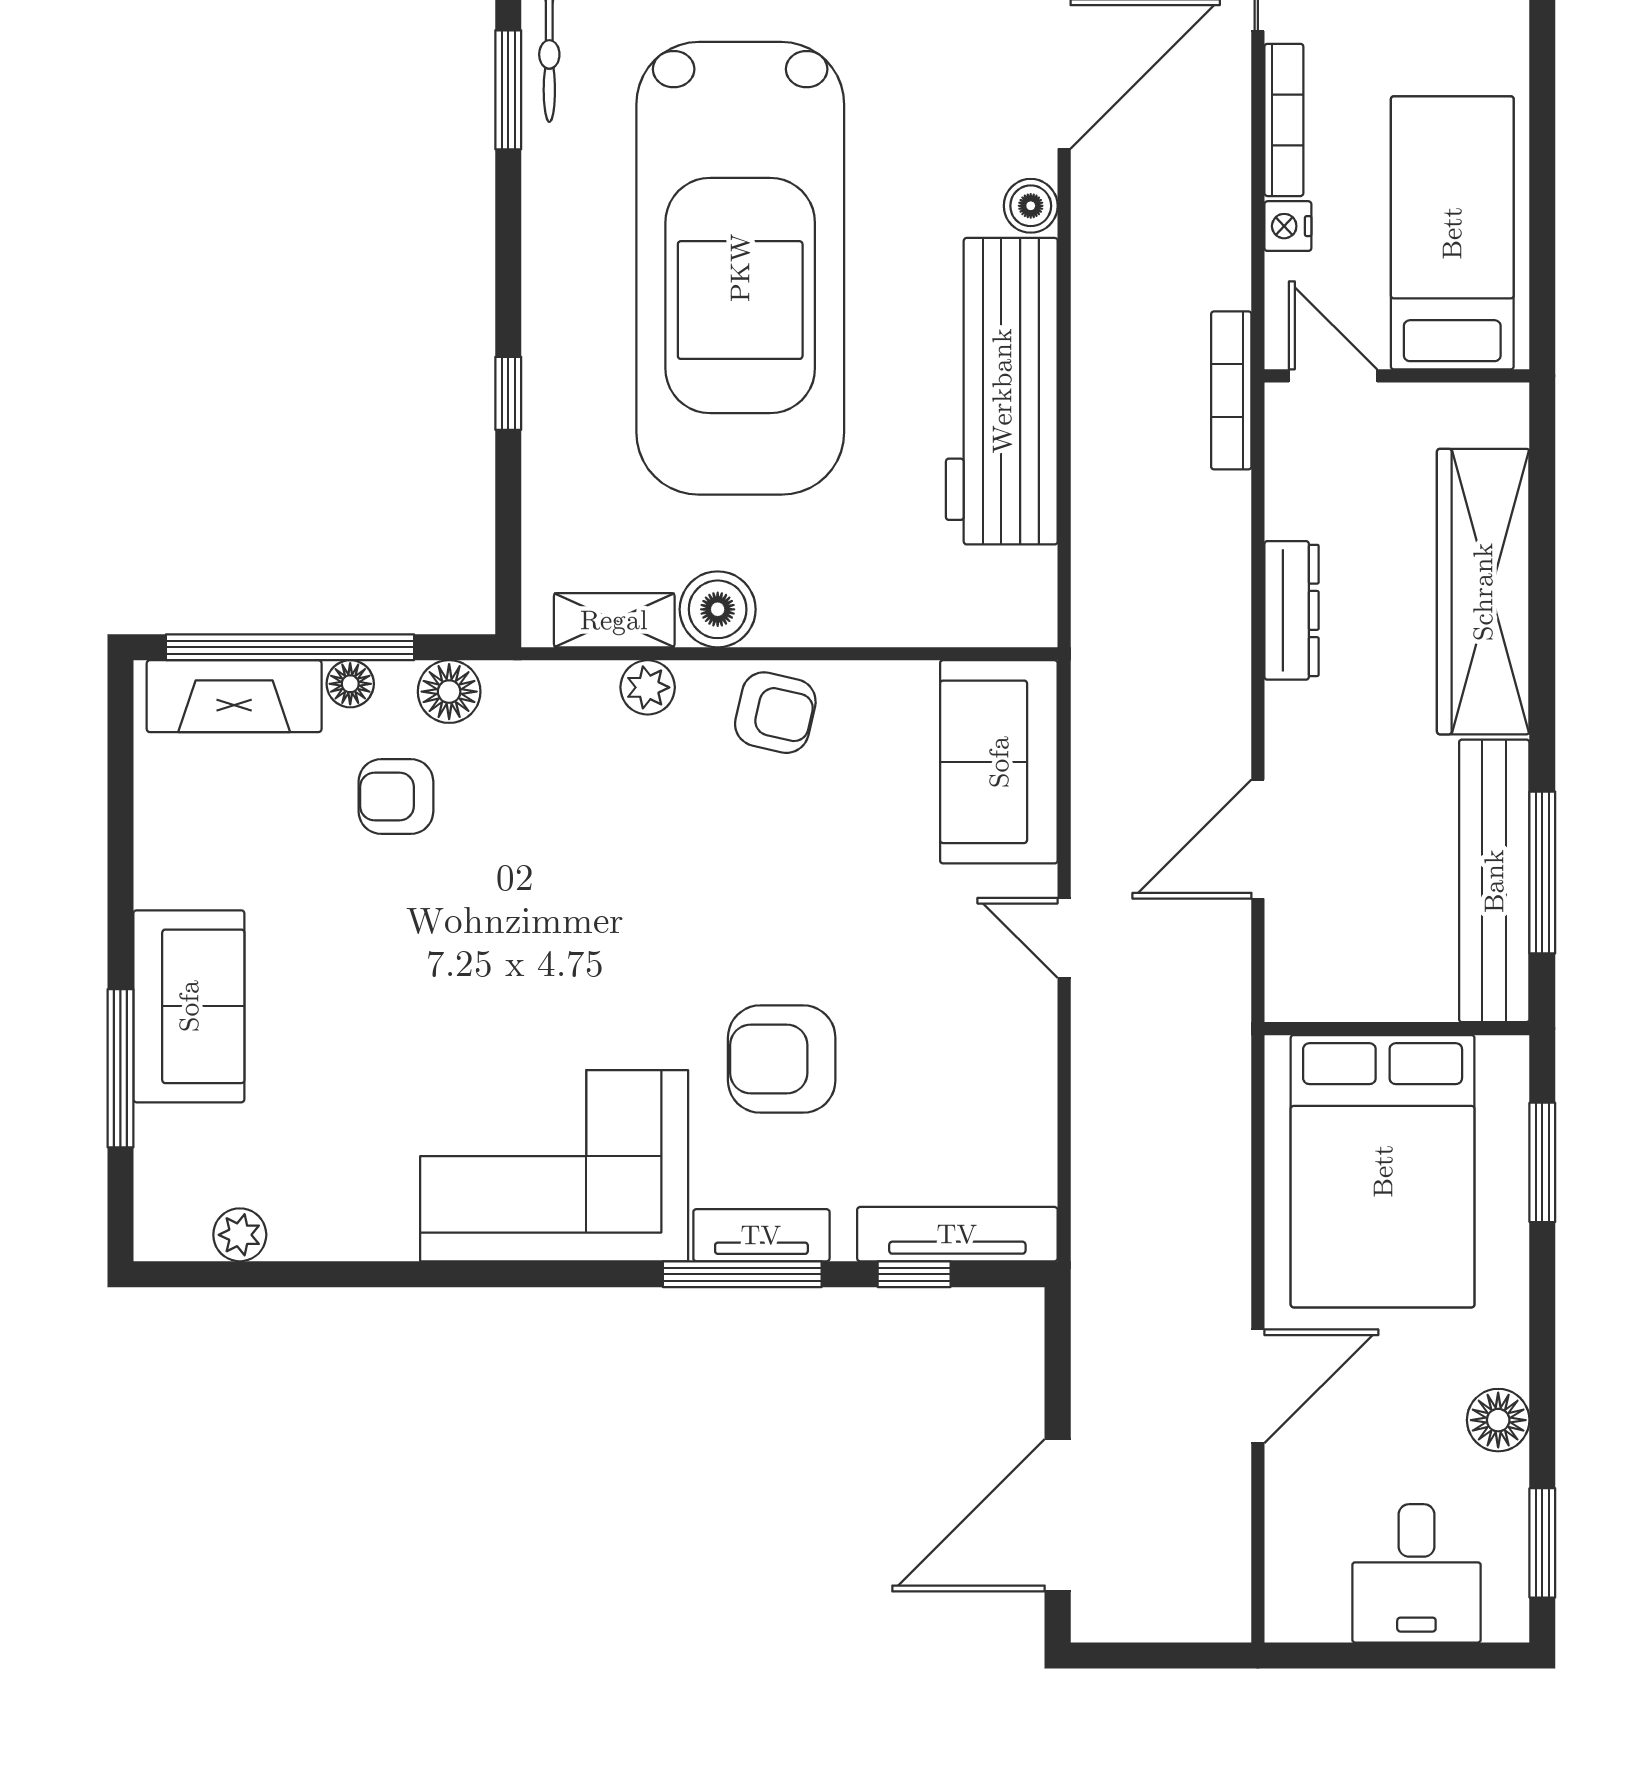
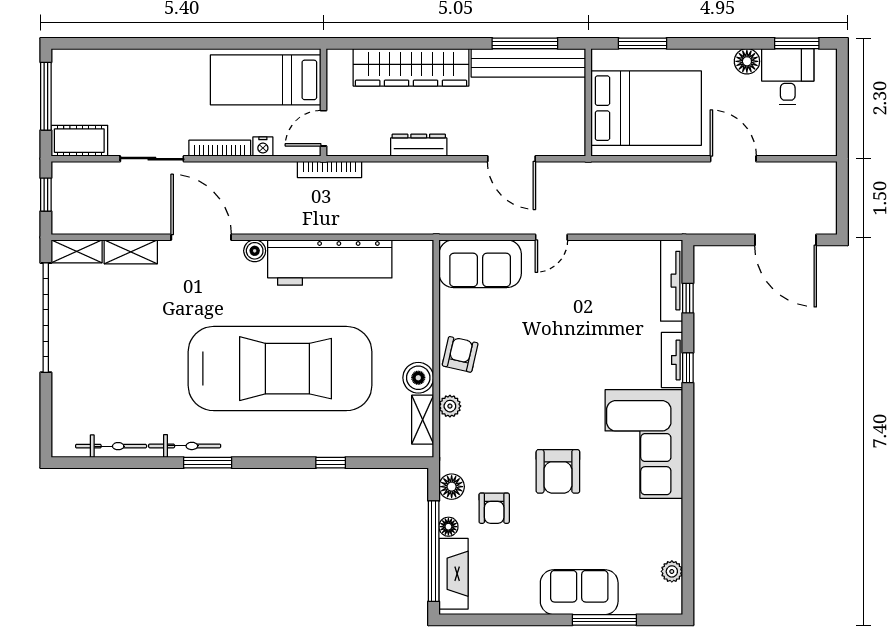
armchair: (782, 1059) -> (558, 471), moved
window: (742, 1274) -> (688, 368), width x0.46
desk: (1416, 1573) -> (788, 77), moved, turned -90

